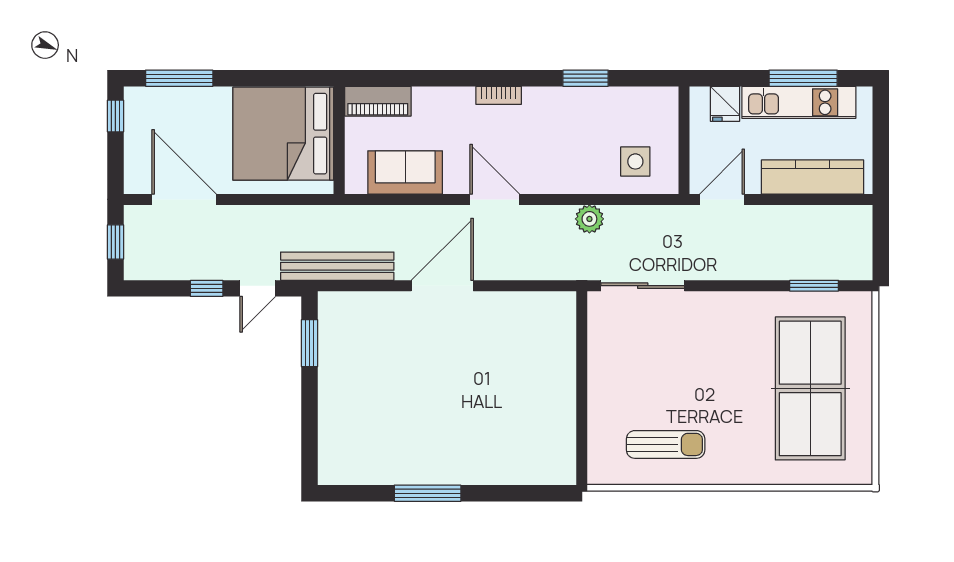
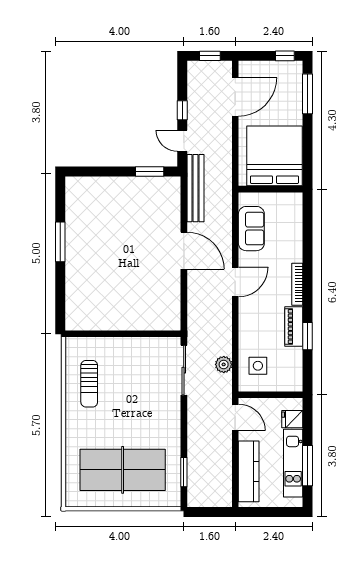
bookcase: (499, 95) -> (297, 284), width x1.56
piano: (378, 101) -> (294, 327), moved
plant: (589, 219) -> (224, 364), moved

